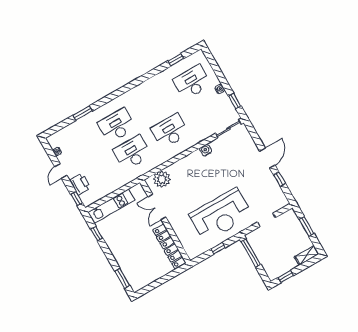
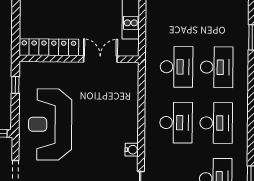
desk: (154, 104) -> (216, 123), added
plant: (162, 179) -> (128, 82), removed
window: (218, 248) -> (15, 85), moved

